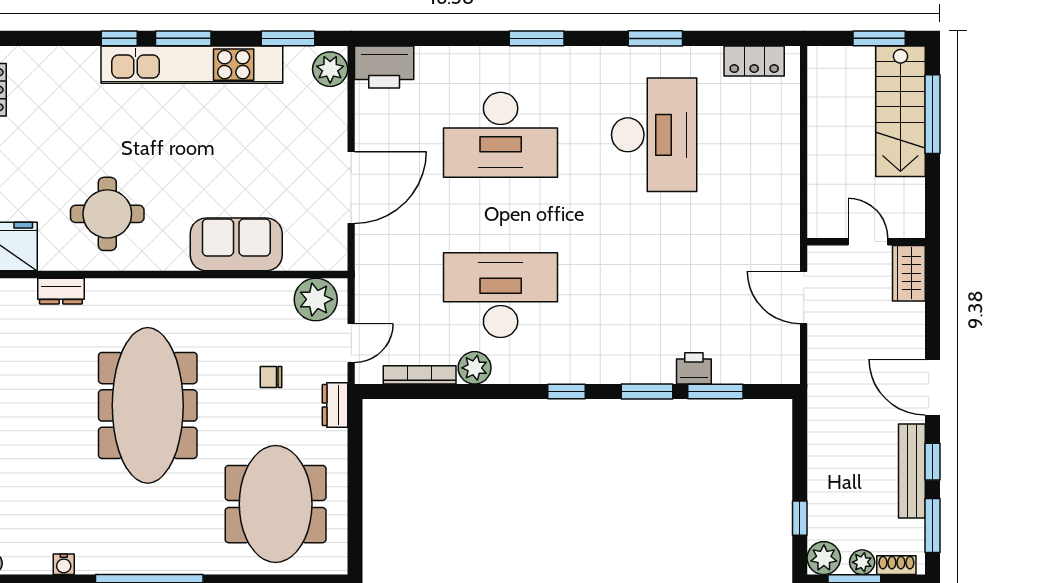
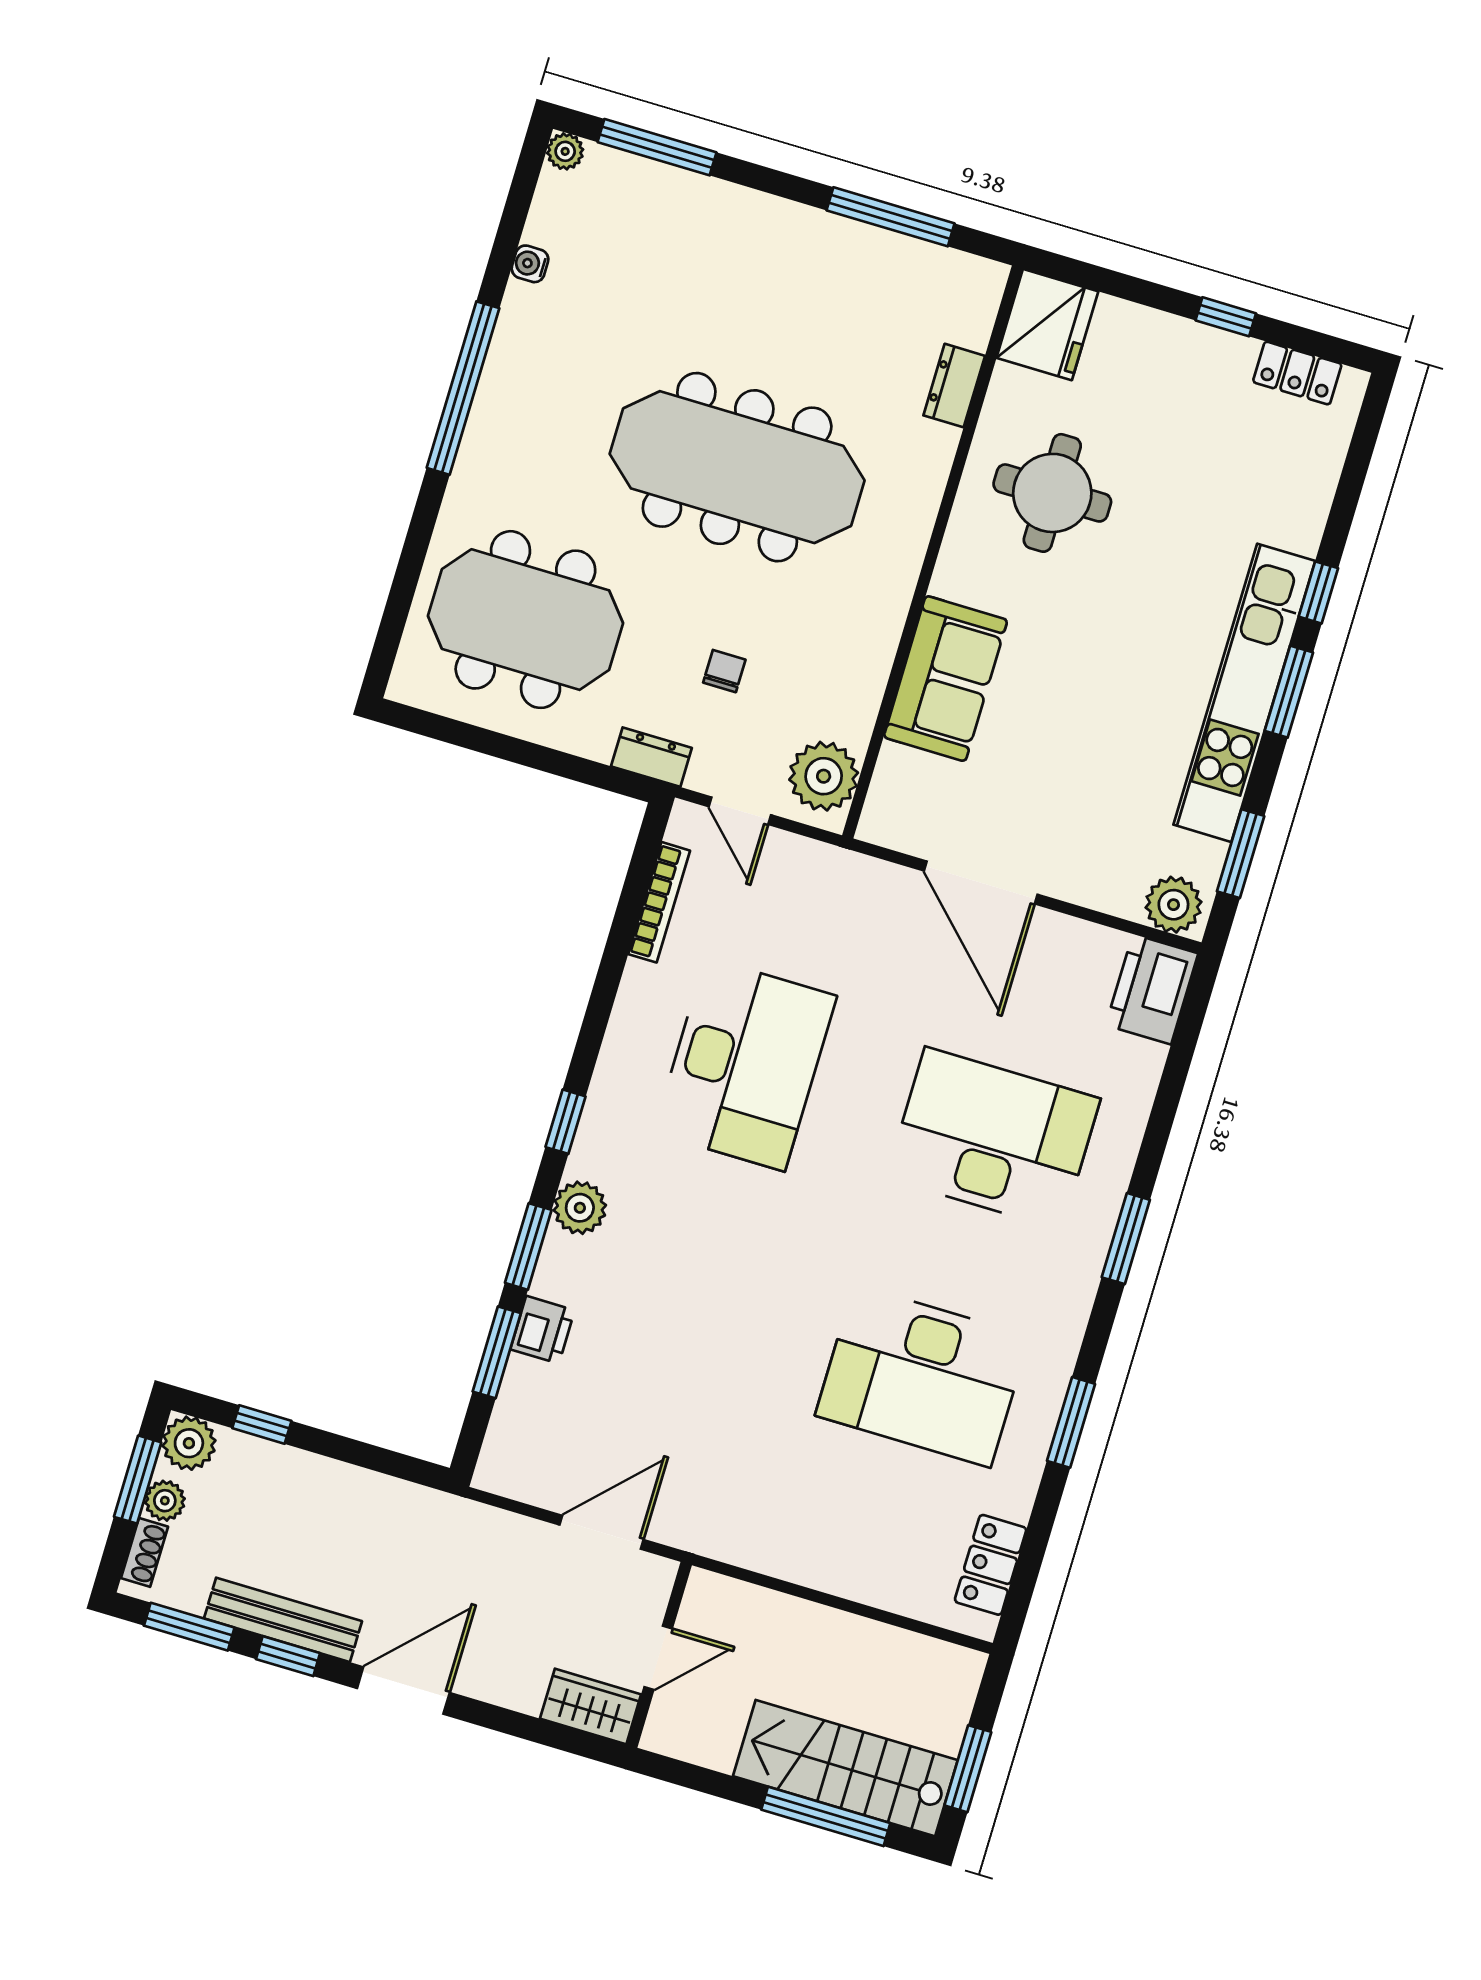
desk: (501, 135) -> (993, 1138), turned 90
plant: (475, 368) -> (580, 1208), moved

